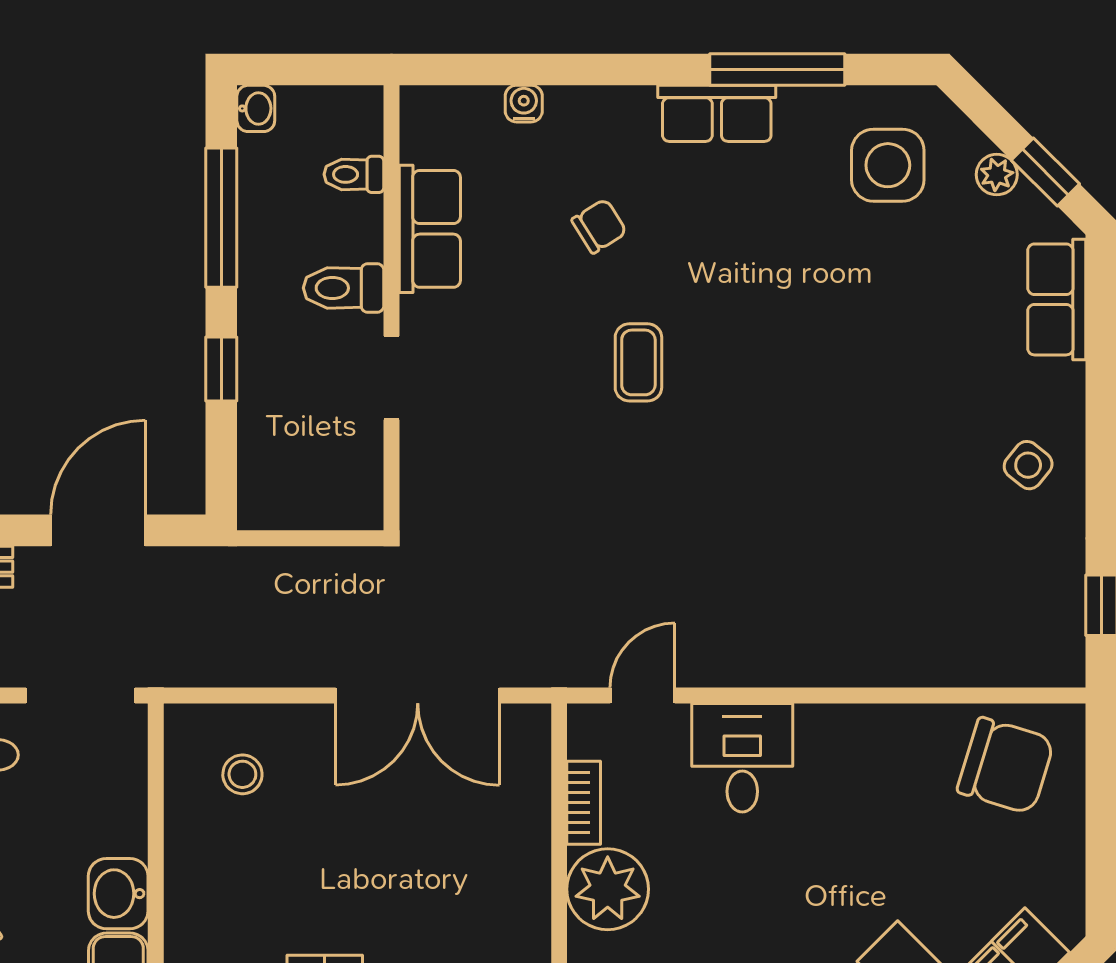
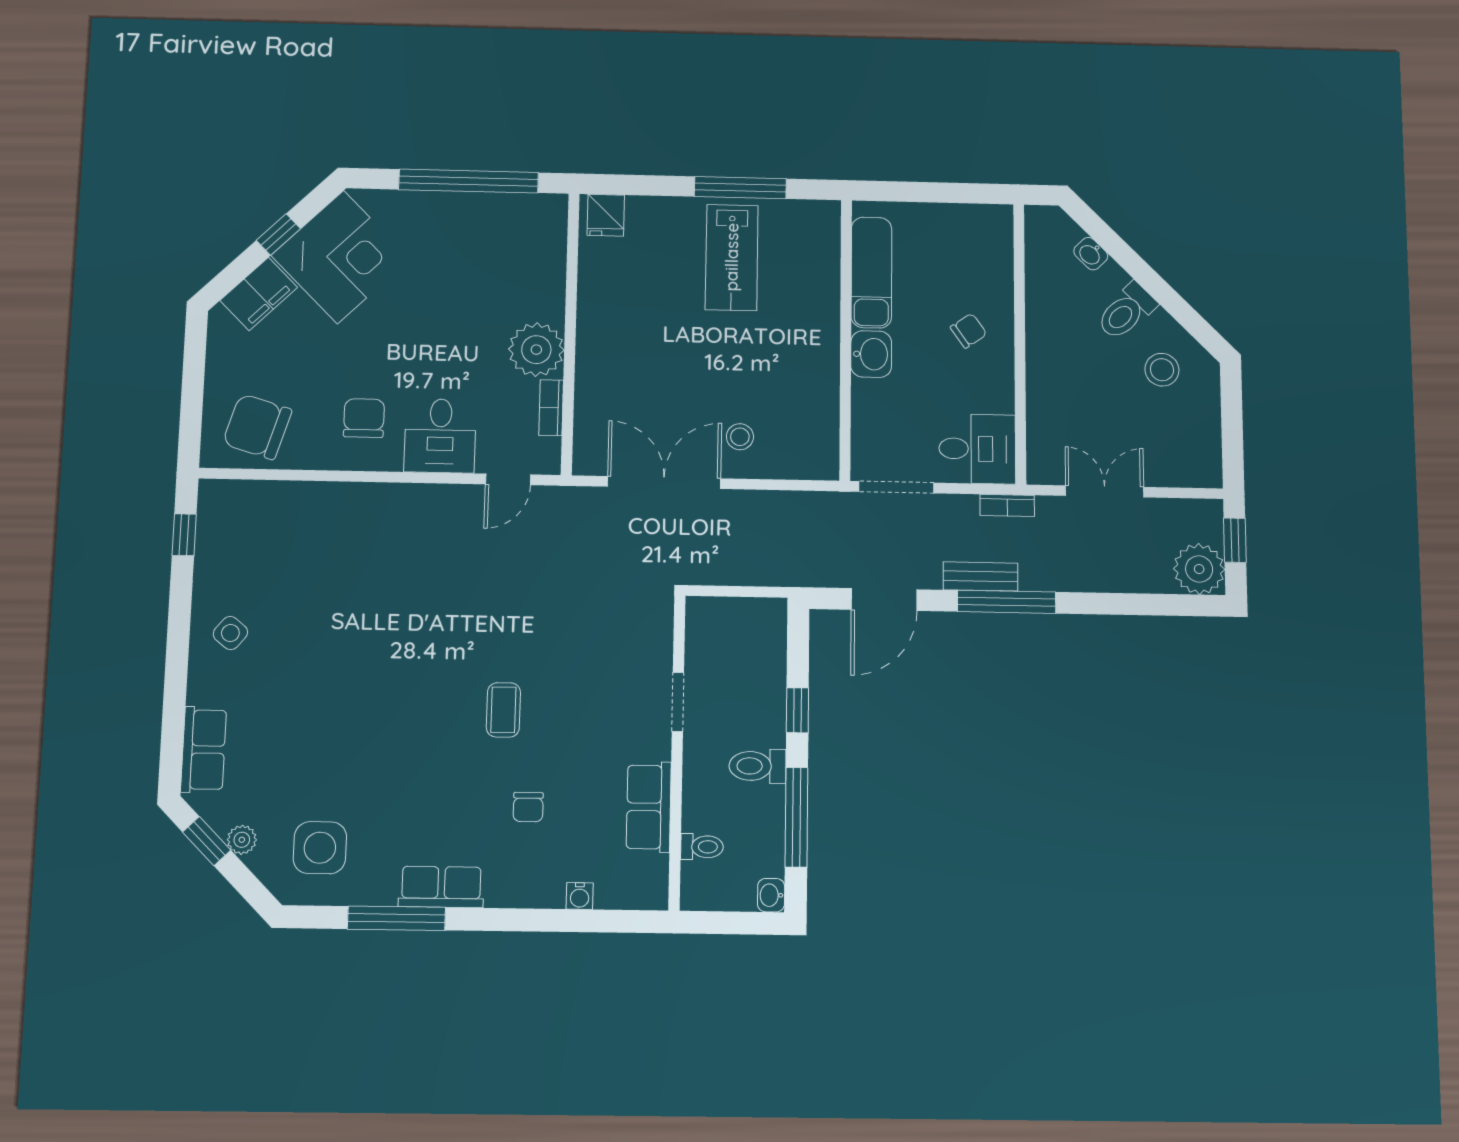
chair: (599, 226) -> (528, 807), turned -58
toilet: (344, 288) -> (758, 766), moved, turned 180
stool: (242, 774) -> (740, 437), moved
chair: (853, 782) -> (364, 418), added

